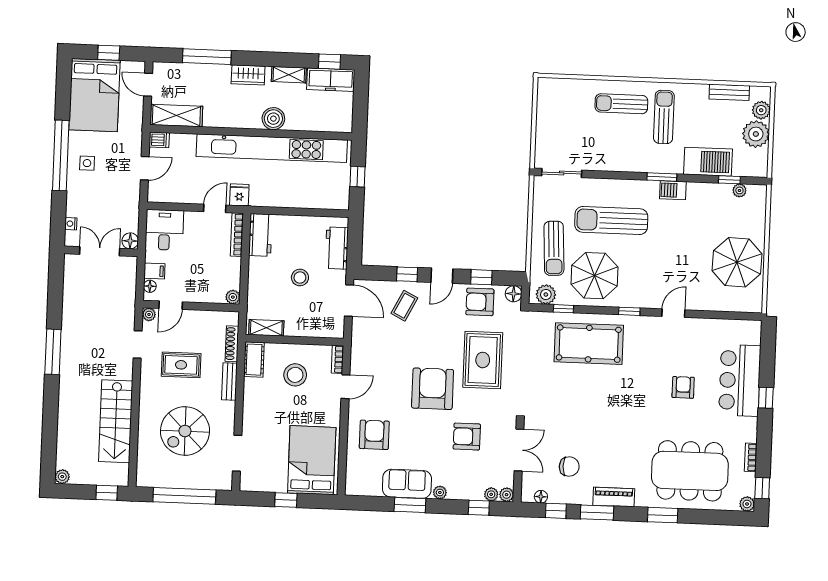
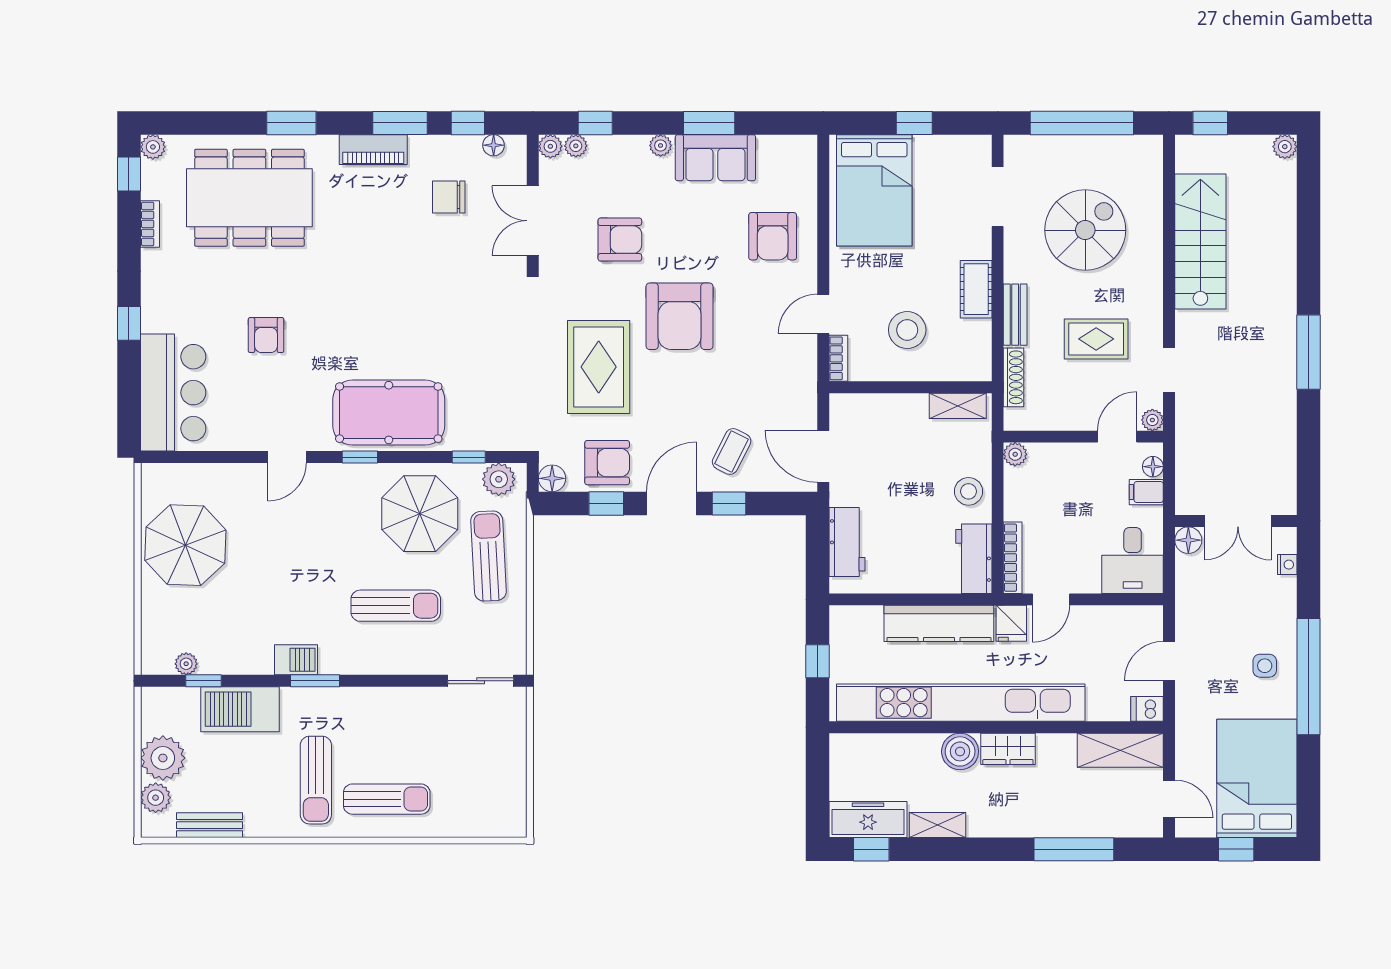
wardrobe: (248, 75) -> (1008, 749), moved, turned 180
kitchen counter: (283, 197) -> (939, 623), added
sun lounger: (611, 220) -> (396, 606), width x0.73, depth x0.75
door: (442, 276) -> (672, 504), width x1.38
stool: (300, 278) -> (969, 491), moved
pool table: (589, 344) -> (389, 413), moved
cot: (254, 360) -> (976, 289), moved
bar counter: (740, 380) -> (173, 393), moved

